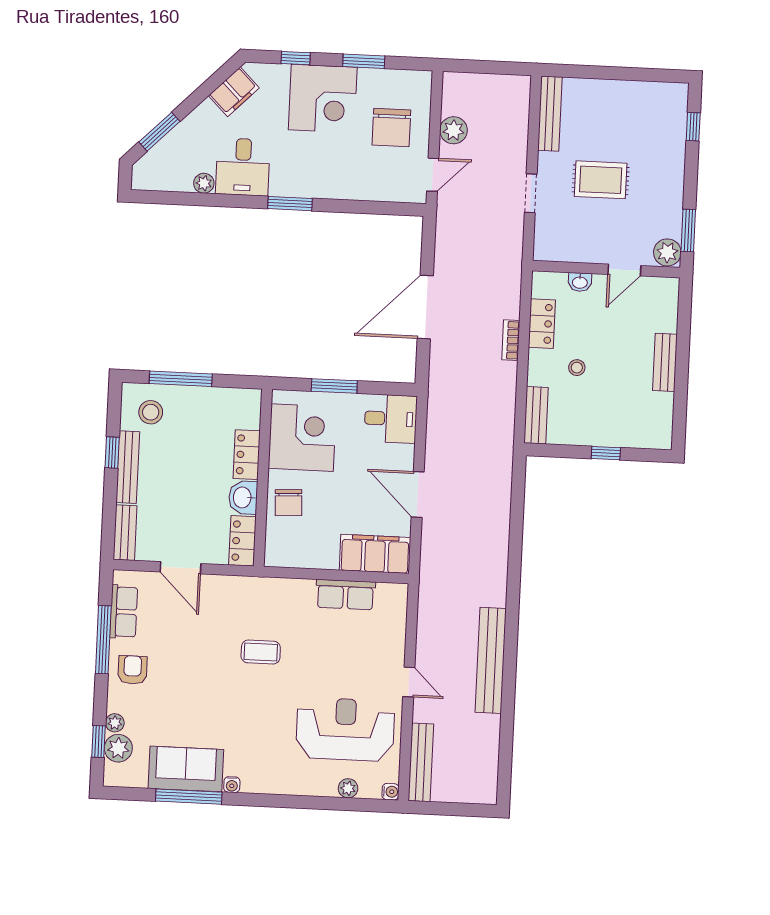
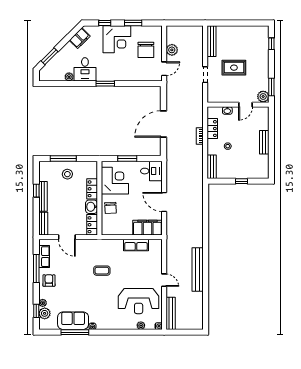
stool: (151, 412) -> (67, 174), moved
reception desk: (345, 729) -> (139, 301), turned 180

